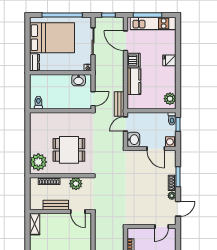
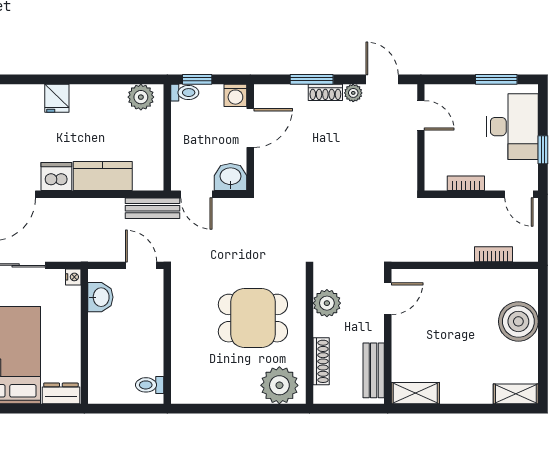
dining table: (69, 150) -> (253, 318), turned 90
bench: (56, 205) -> (374, 370), moved

